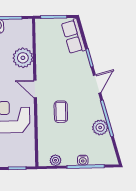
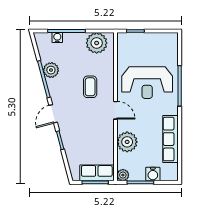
plant: (26, 25) -> (123, 175), added
row of seats: (73, 36) -> (97, 173), moved, turned -75
plant: (55, 160) -> (97, 43), width x1.88, depth x1.88
water cooler: (83, 160) -> (57, 38), moved

